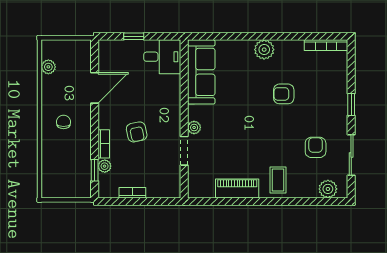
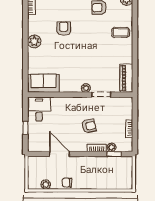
sofa: (201, 72) -> (43, 83), width x0.73
armchair: (284, 94) -> (64, 29), turned 180
chair: (64, 122) -> (67, 183), moved
piano: (237, 188) -> (126, 78), moved

